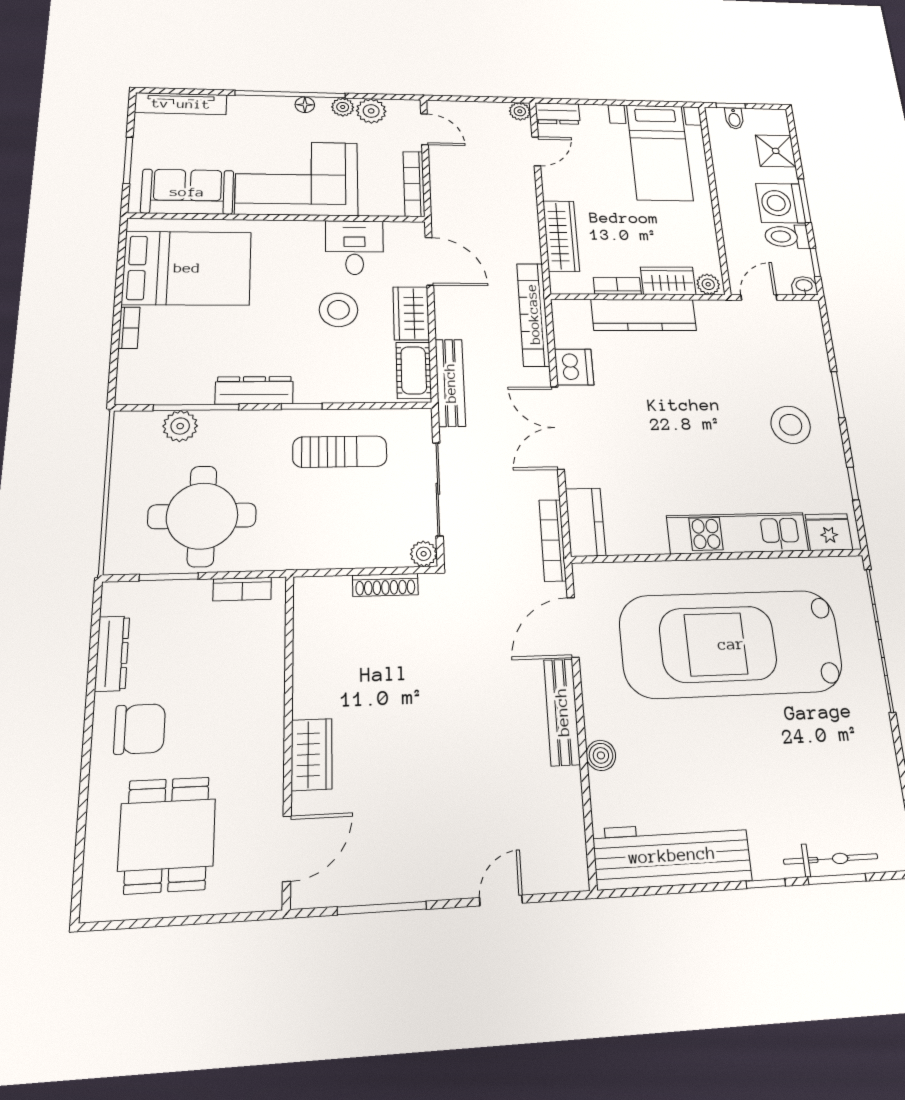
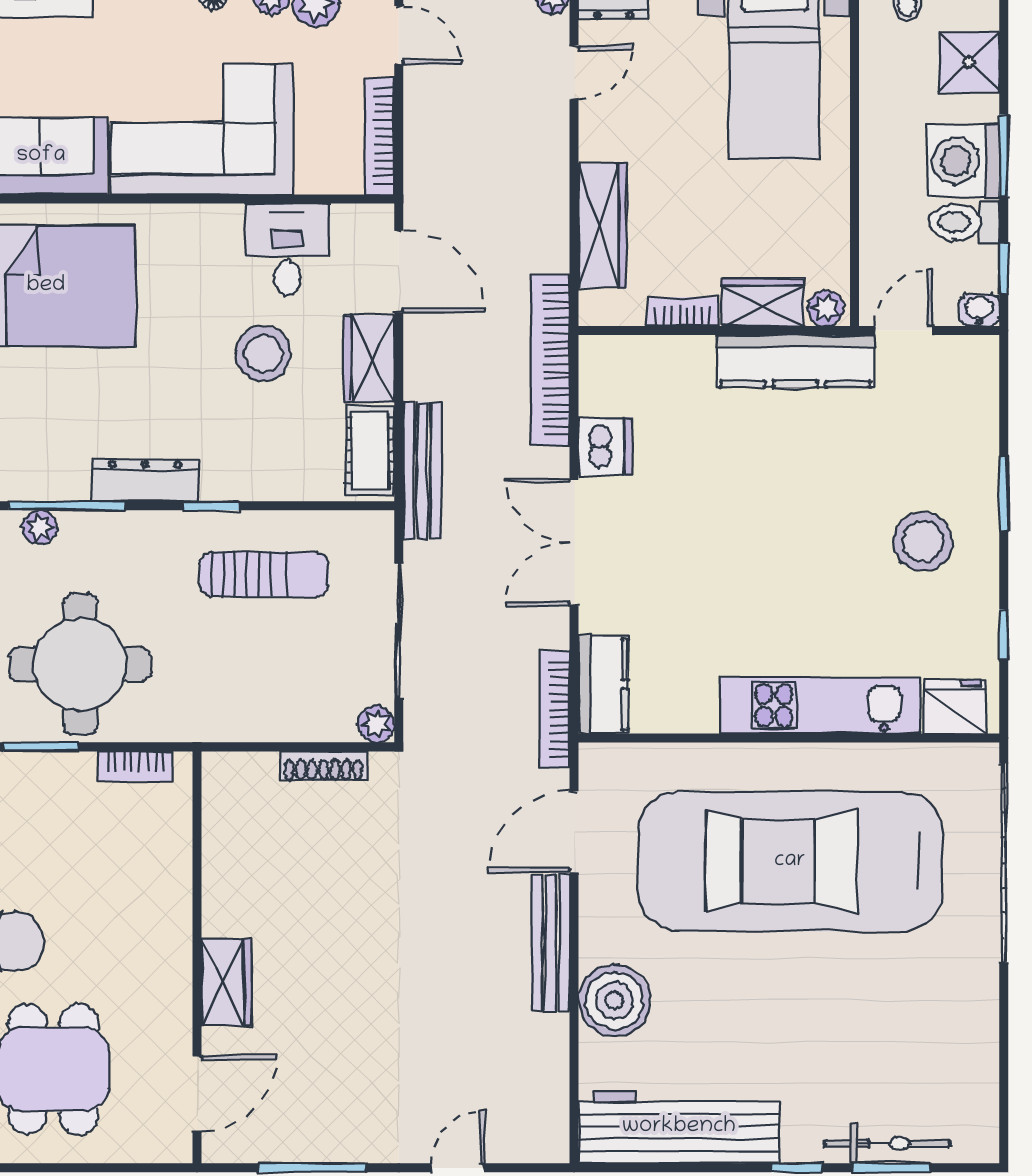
kitchen counter: (644, 315) -> (795, 361), moved
plant: (180, 426) -> (40, 527), width x0.73, depth x0.73
boiler: (601, 755) -> (614, 1001), width x1.86, depth x1.86

